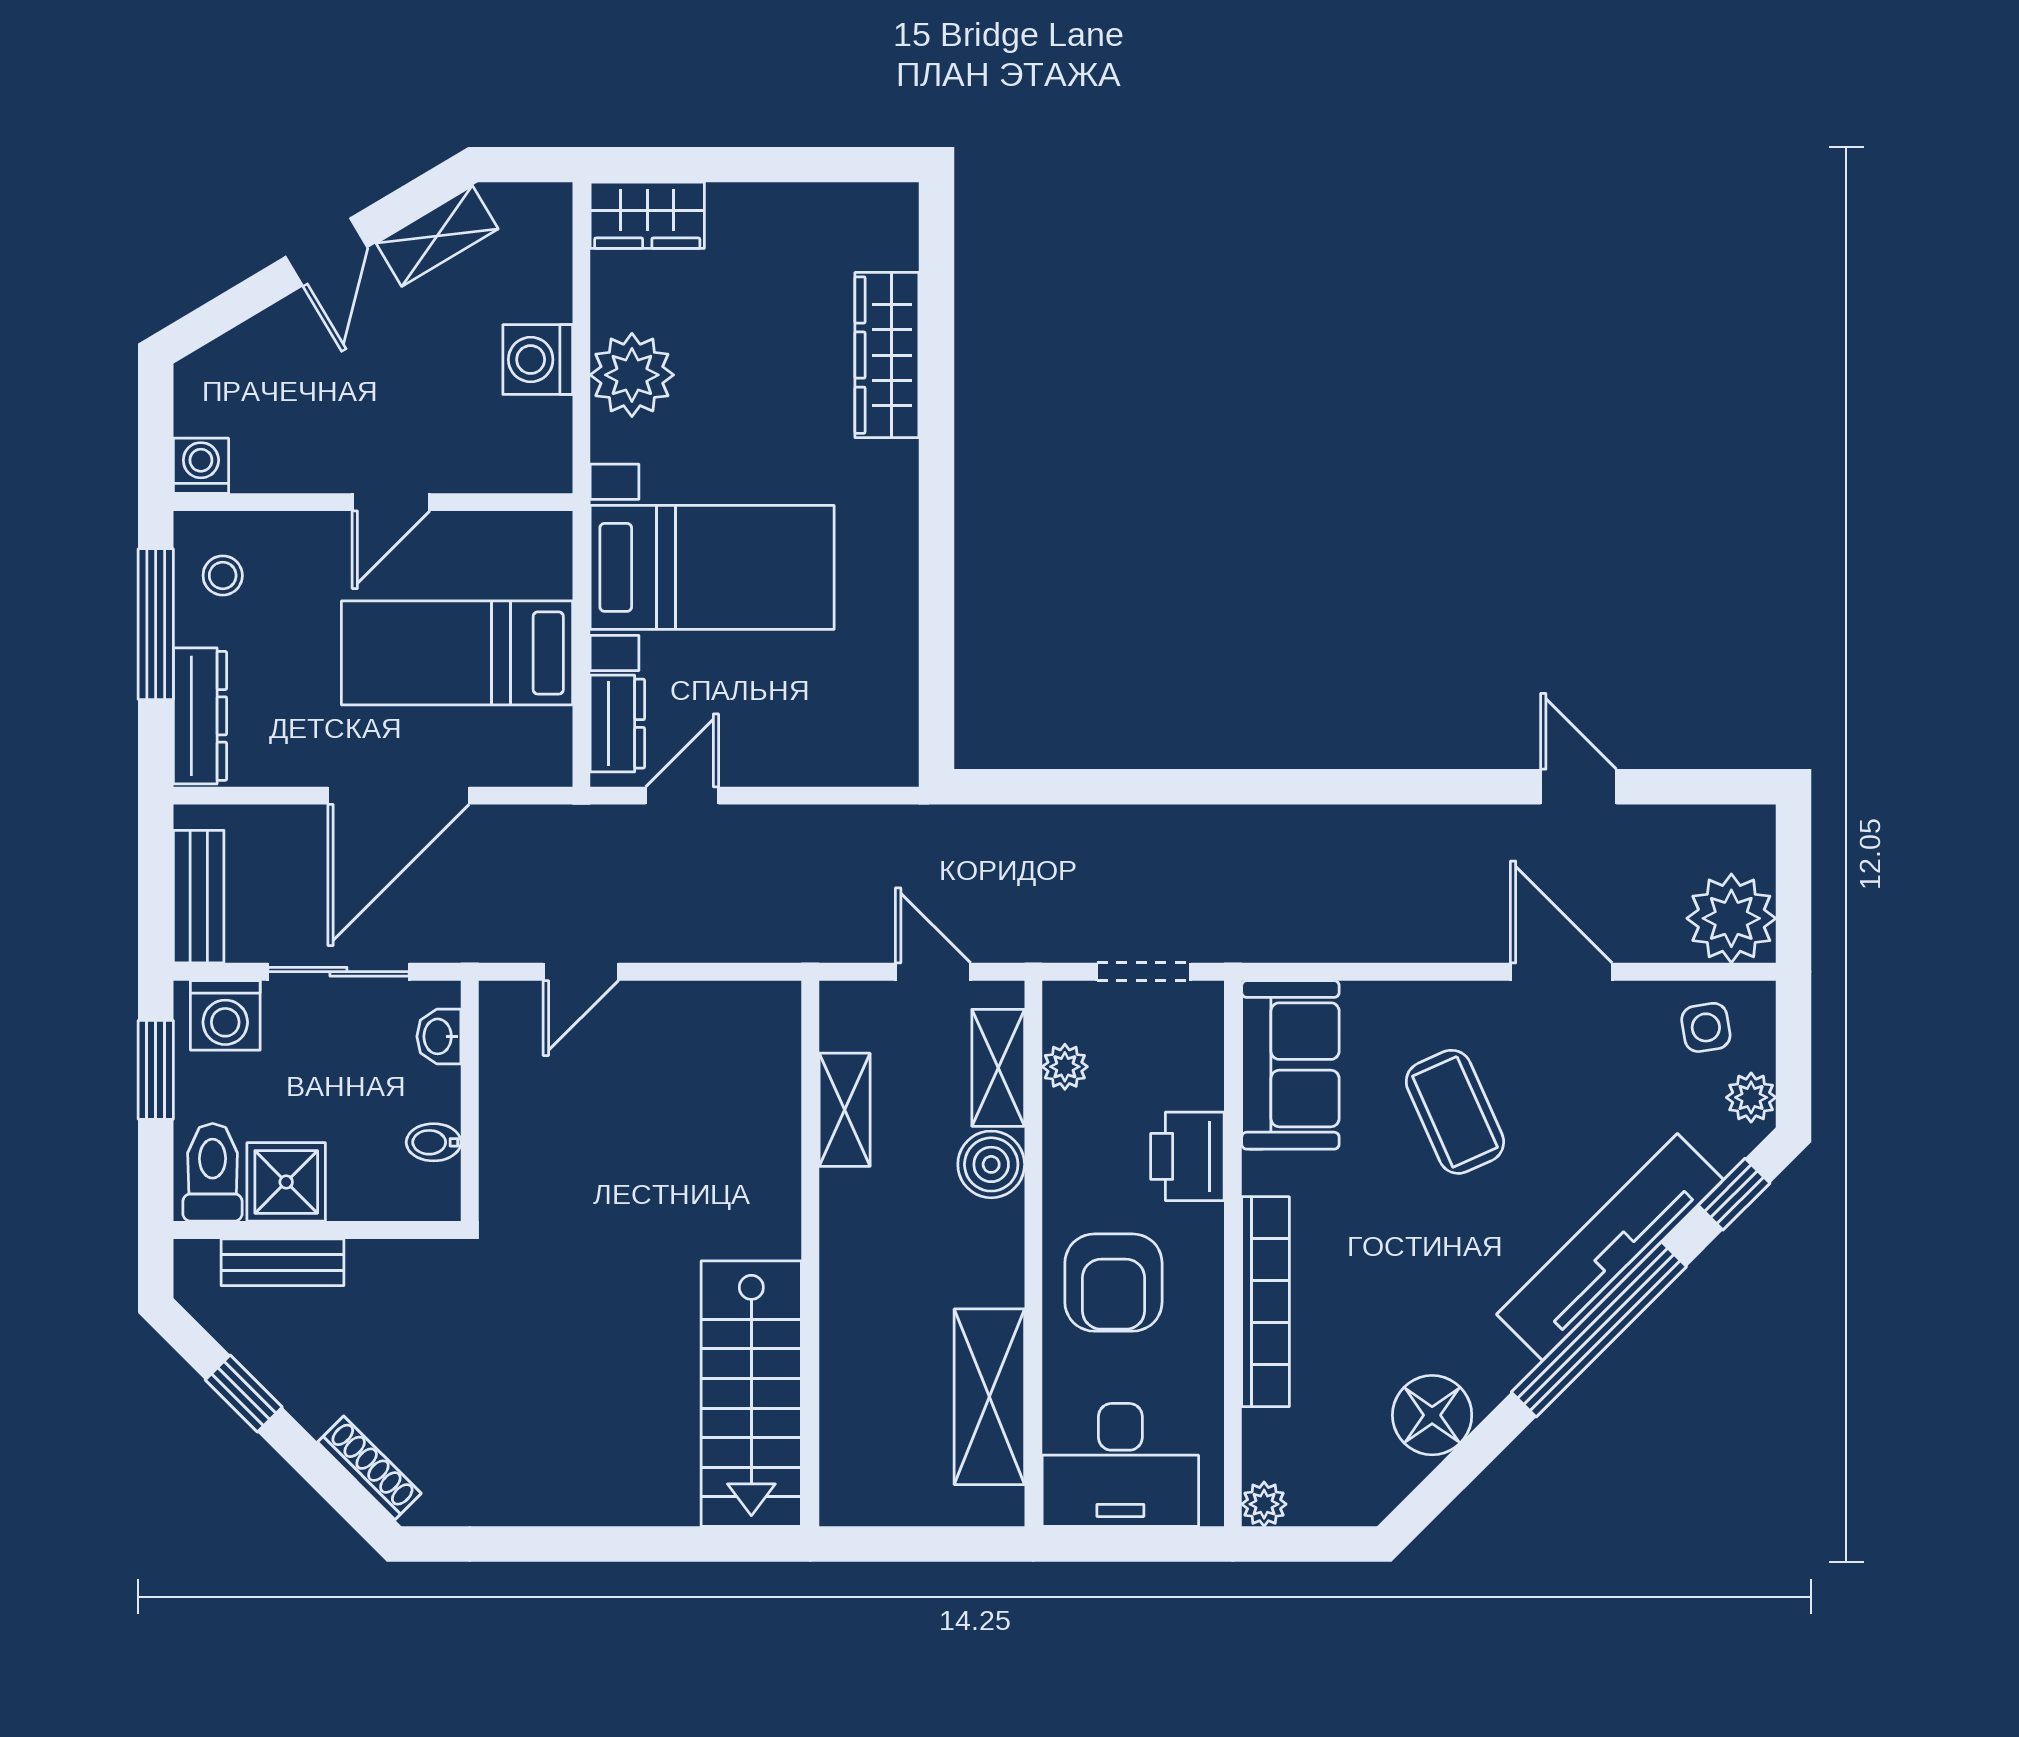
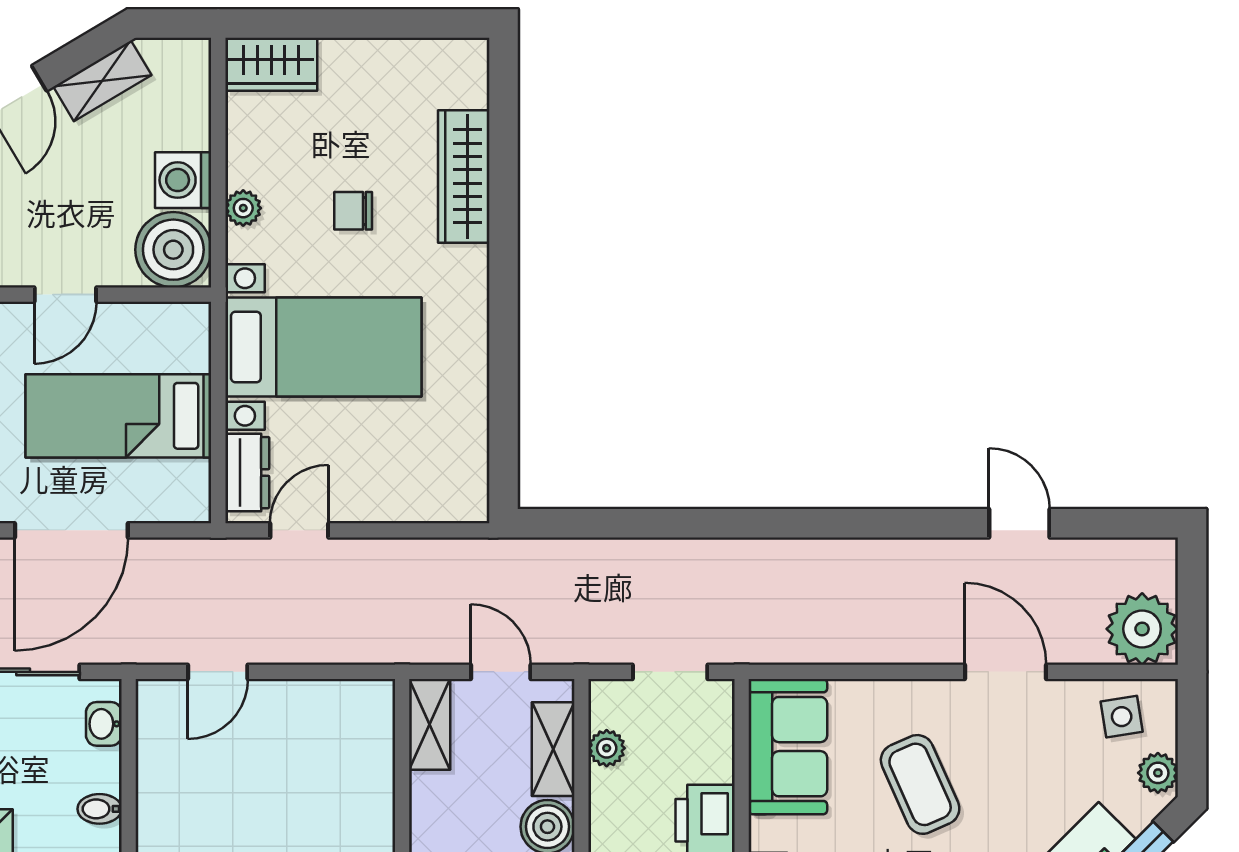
plant: (632, 375) -> (243, 208), width x0.53, depth x0.53
chair: (749, 398) -> (353, 211), added
boiler: (525, 446) -> (173, 250), added
shelving: (845, 1110) -> (430, 724), moved

